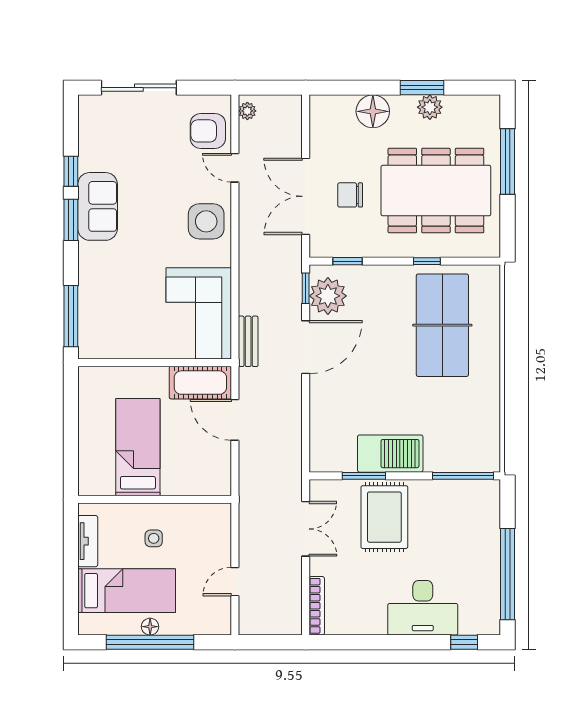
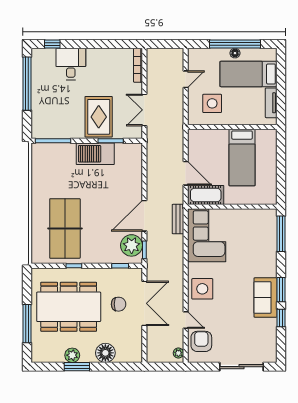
armchair: (208, 131) -> (201, 341), turned -90
side table: (154, 538) -> (212, 103), moved, width x1.87, depth x1.87
desk: (423, 608) -> (71, 64), width x0.73

